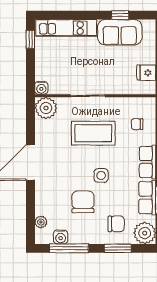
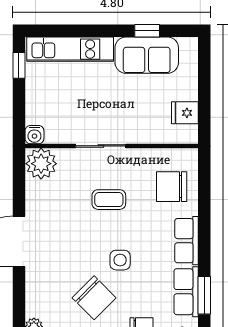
chair: (137, 124) -> (172, 187), width x1.87, depth x1.87
coffee table: (93, 133) -> (109, 200), width x0.54, depth x0.58
chair: (83, 202) -> (94, 298), turned 135

